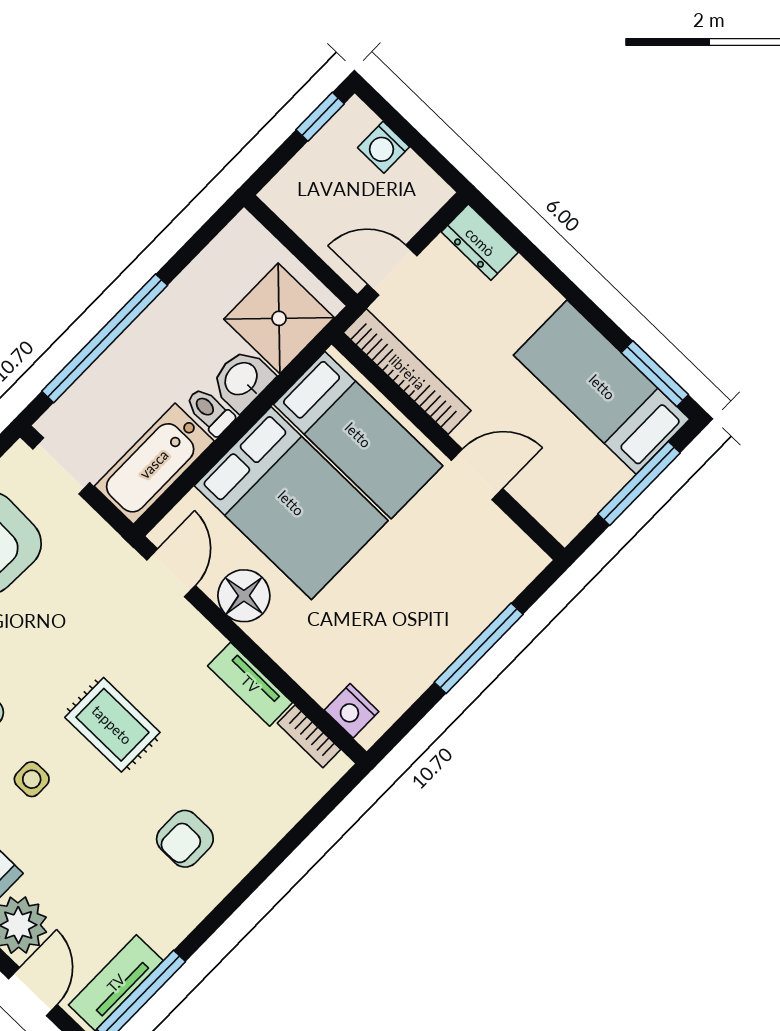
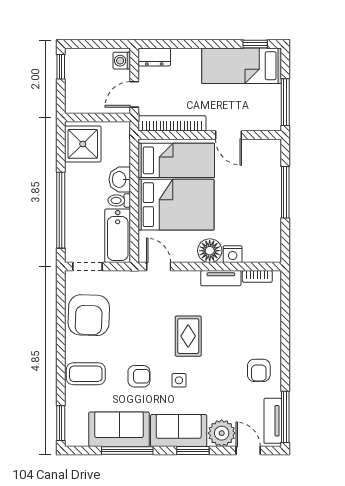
washing machine: (384, 147) -> (122, 61), moved, turned 90
shower: (279, 318) -> (83, 144), moved
window: (655, 374) -> (255, 44), width x0.67
door: (477, 474) -> (228, 135), swing flipped
window: (639, 483) -> (285, 102), moved
floor lamp: (244, 596) -> (210, 251), moved
nightstand: (352, 711) -> (233, 254), moved
rug: (112, 725) -> (188, 336), turned 90
armchair: (185, 839) -> (259, 370), moved

